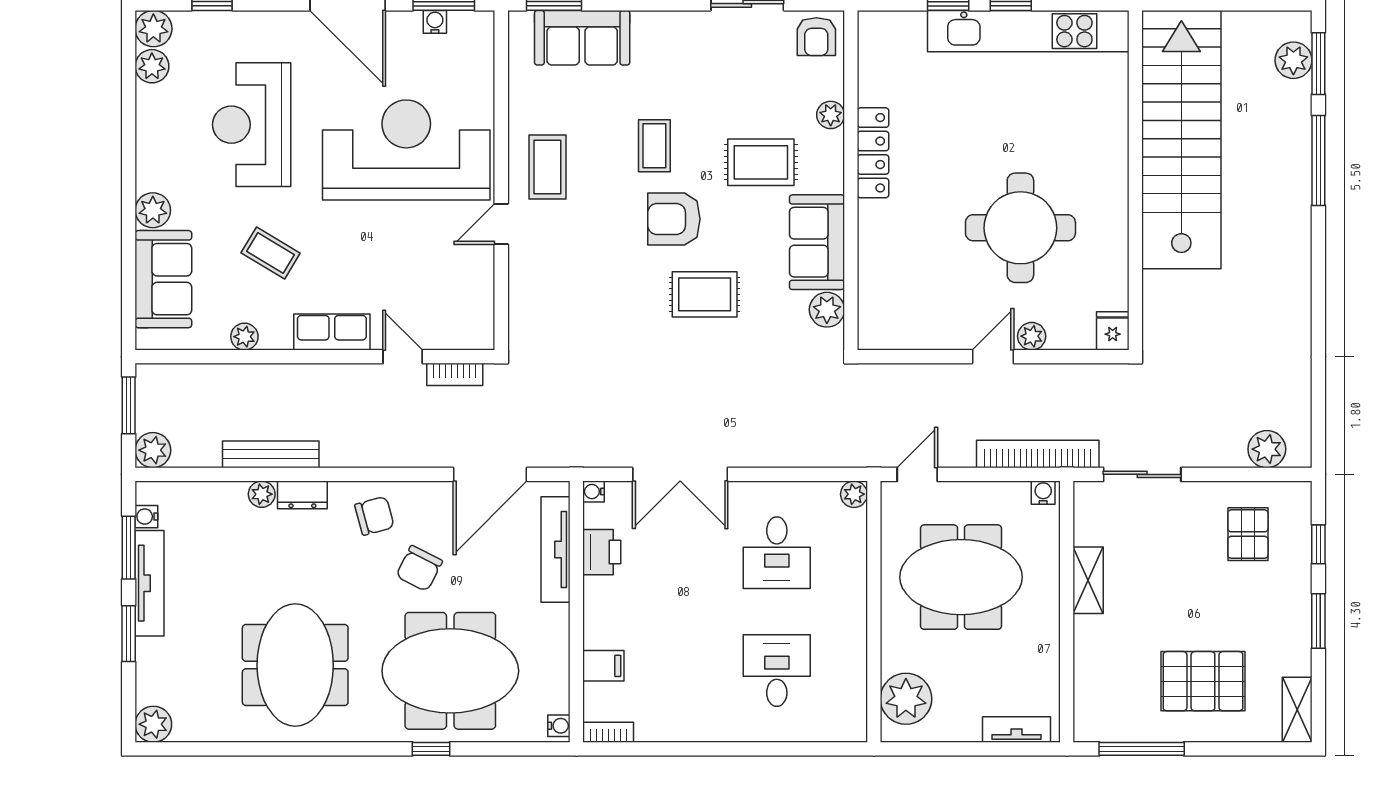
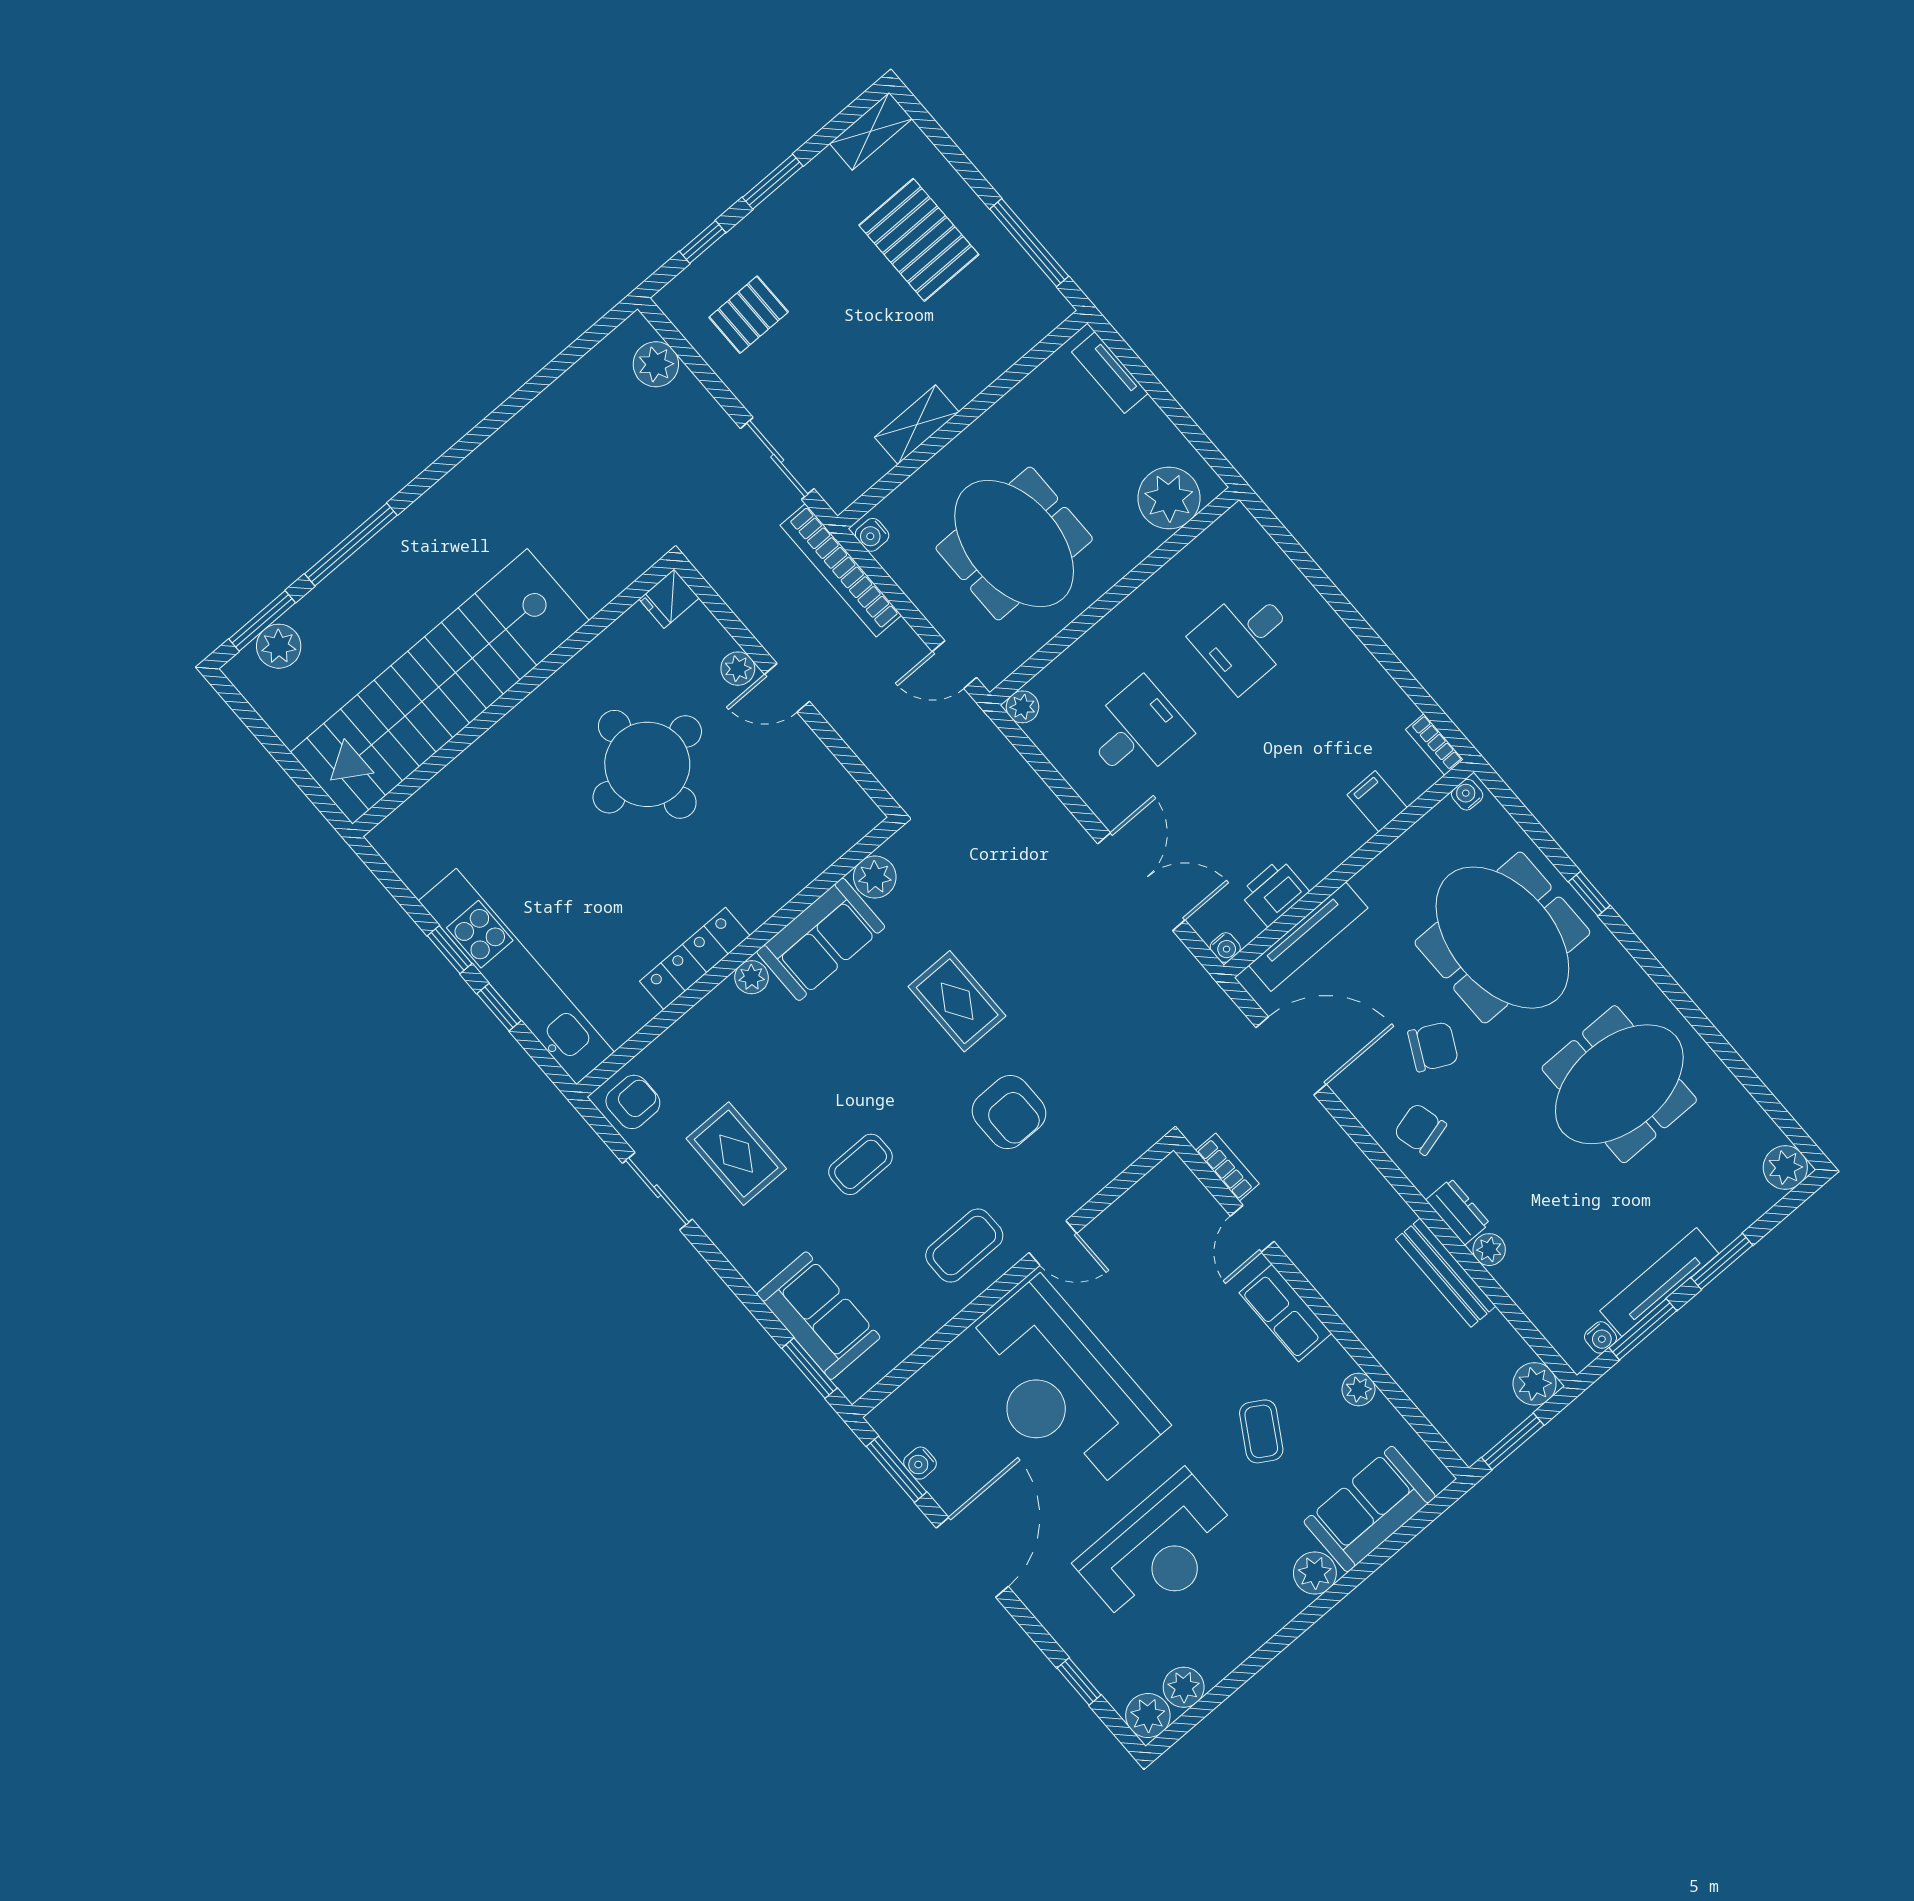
kitchen unit: (1028, 31) -> (516, 977), moved
plant: (831, 115) -> (752, 977), moved
rug: (761, 162) -> (736, 1154), moved
armchair: (674, 219) -> (1009, 1112), moved

